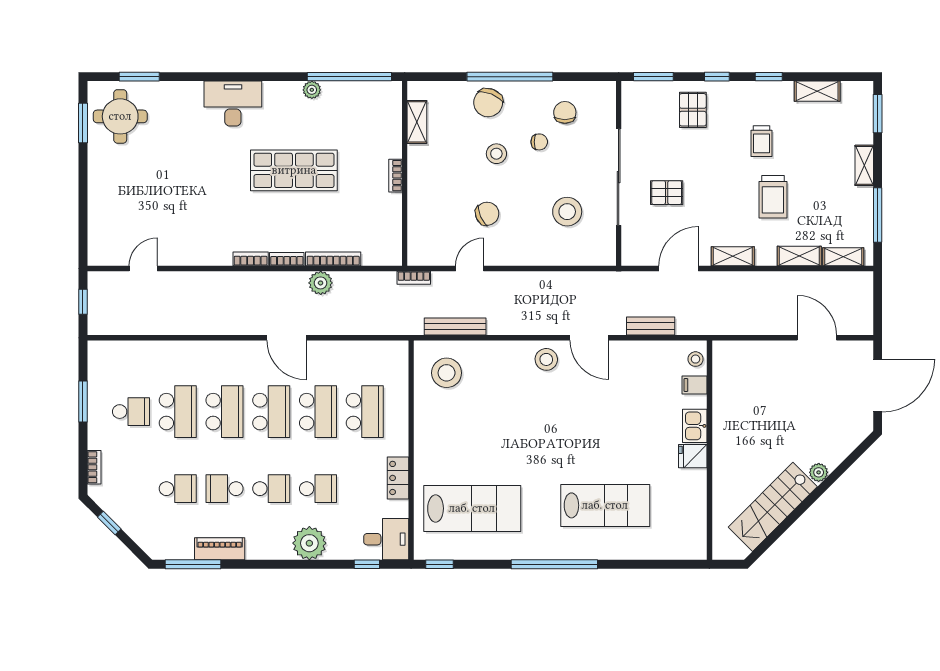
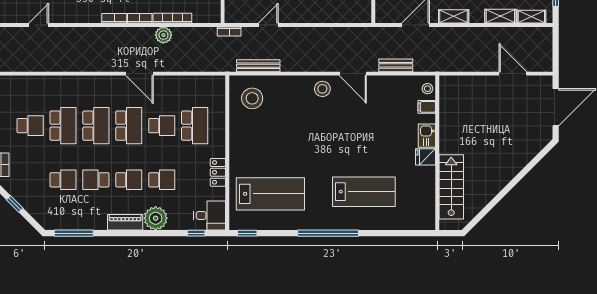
school desk: (318, 412) -> (162, 126), width x0.54
plant: (819, 472) -> (514, 168), removed
stairs: (773, 507) -> (451, 187), moved, turned 135
piano: (220, 549) -> (125, 222), moved

